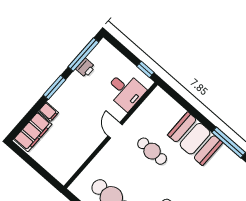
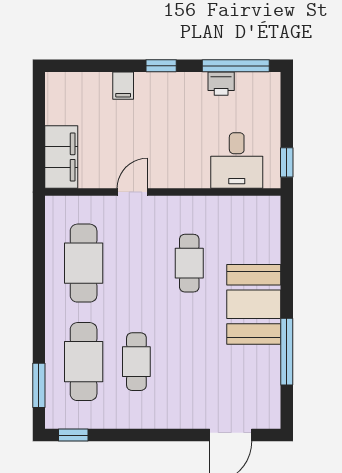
window: (55, 87) -> (161, 66), width x0.67
door: (115, 130) -> (132, 192), moved
filing cabinet: (33, 132) -> (61, 157), moved, turned -90

